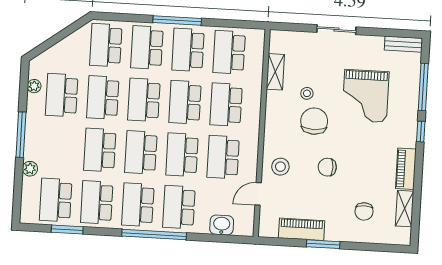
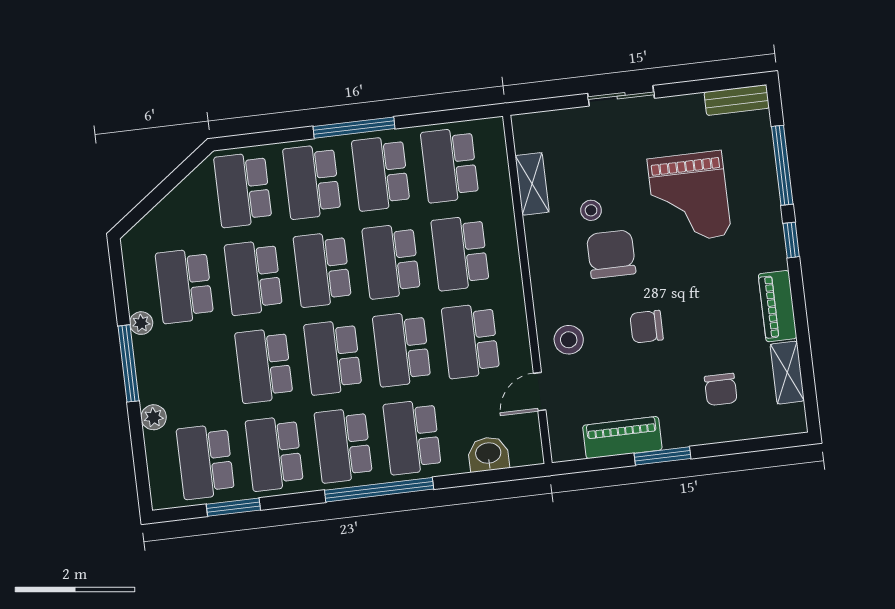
plant: (34, 86) -> (141, 323), moved

